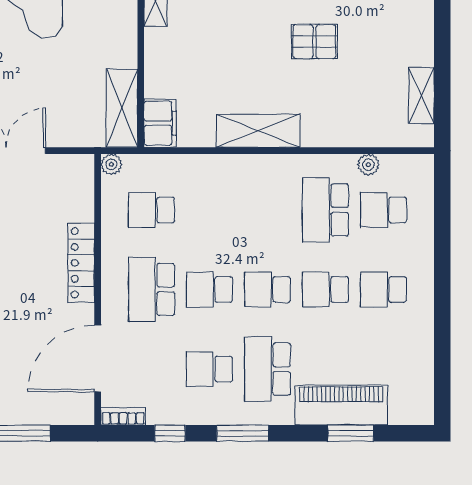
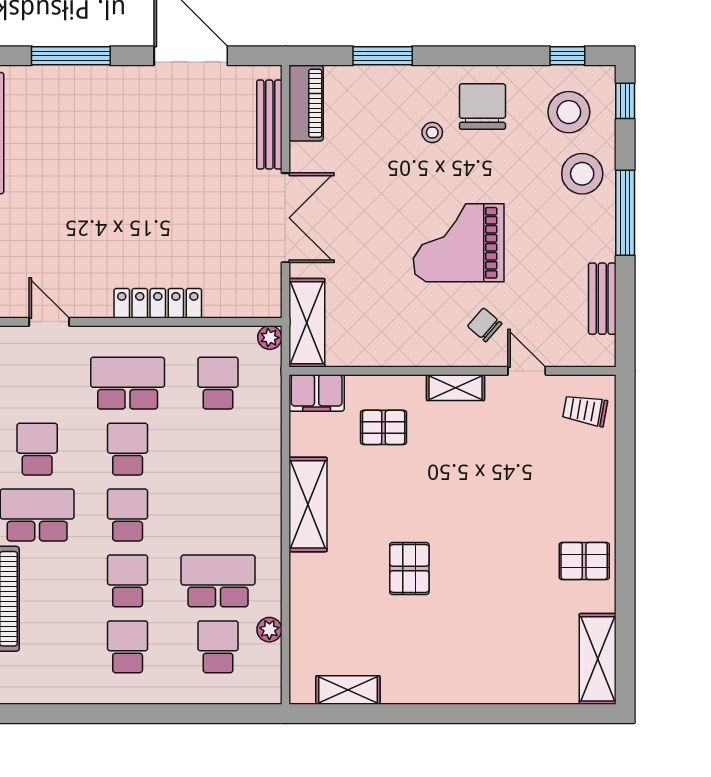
pallet: (190, 64) -> (384, 427), added
shelving: (122, 108) -> (307, 323), moved, turned 90
door: (98, 358) -> (49, 322), width x0.53

